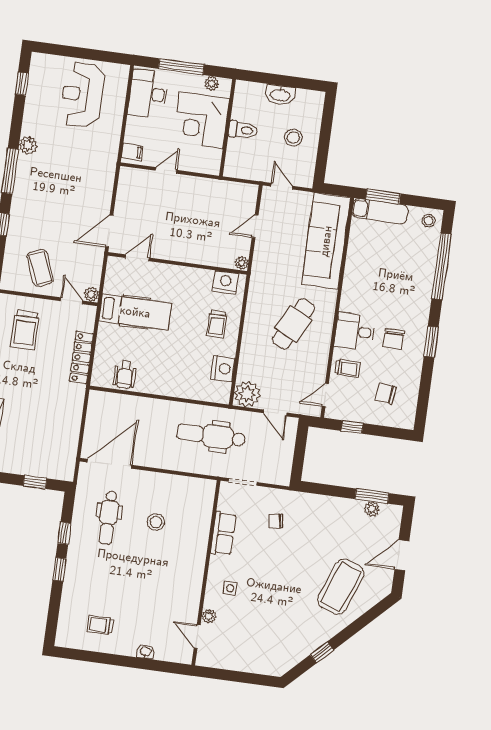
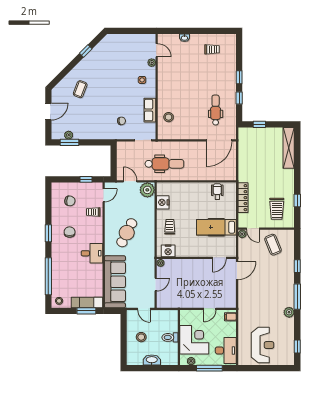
trolley: (25, 330) -> (277, 209), turned 180
desk: (355, 331) -> (92, 253), moved
stool: (156, 522) -> (169, 117), moved
coffee table: (341, 587) -> (80, 89), width x0.54, depth x0.58

